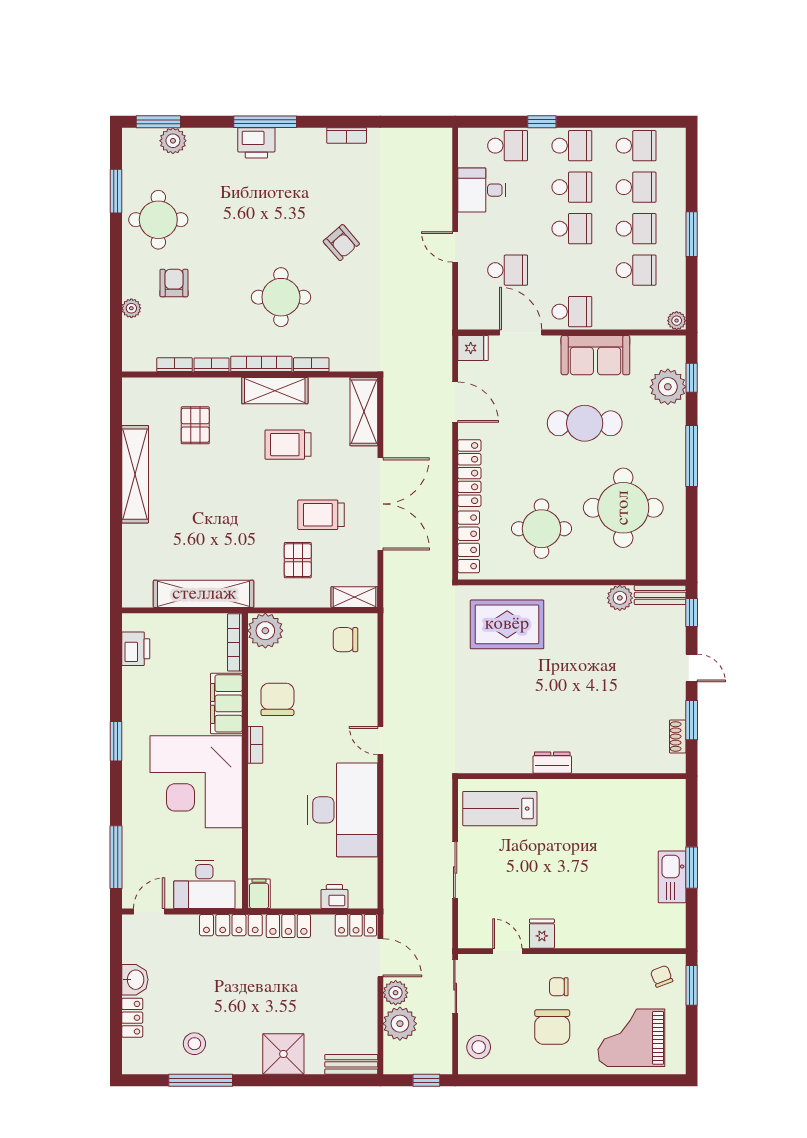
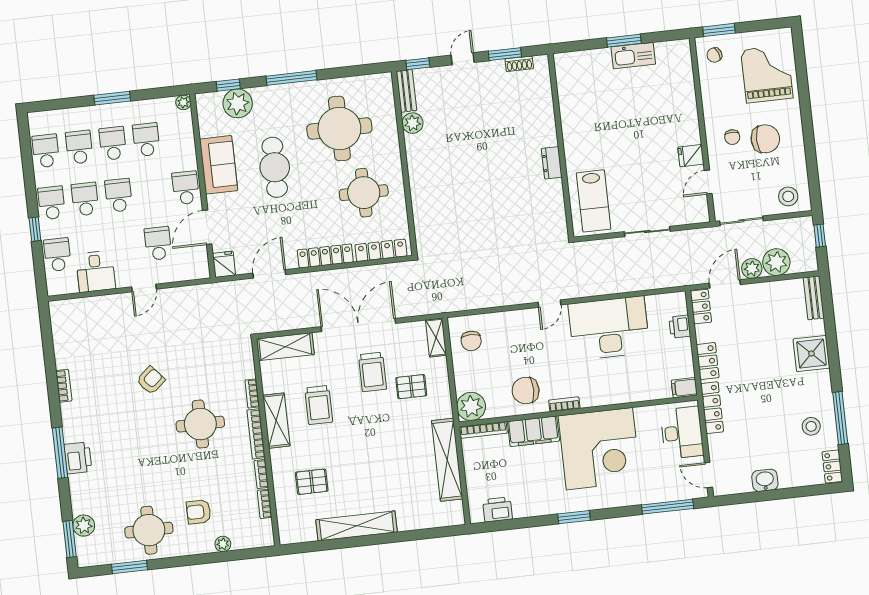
rug: (507, 624) -> (444, 212), removed
locker: (132, 1018) -> (832, 466), moved, turned -90
grand piano: (631, 1038) -> (767, 74), turned 180

